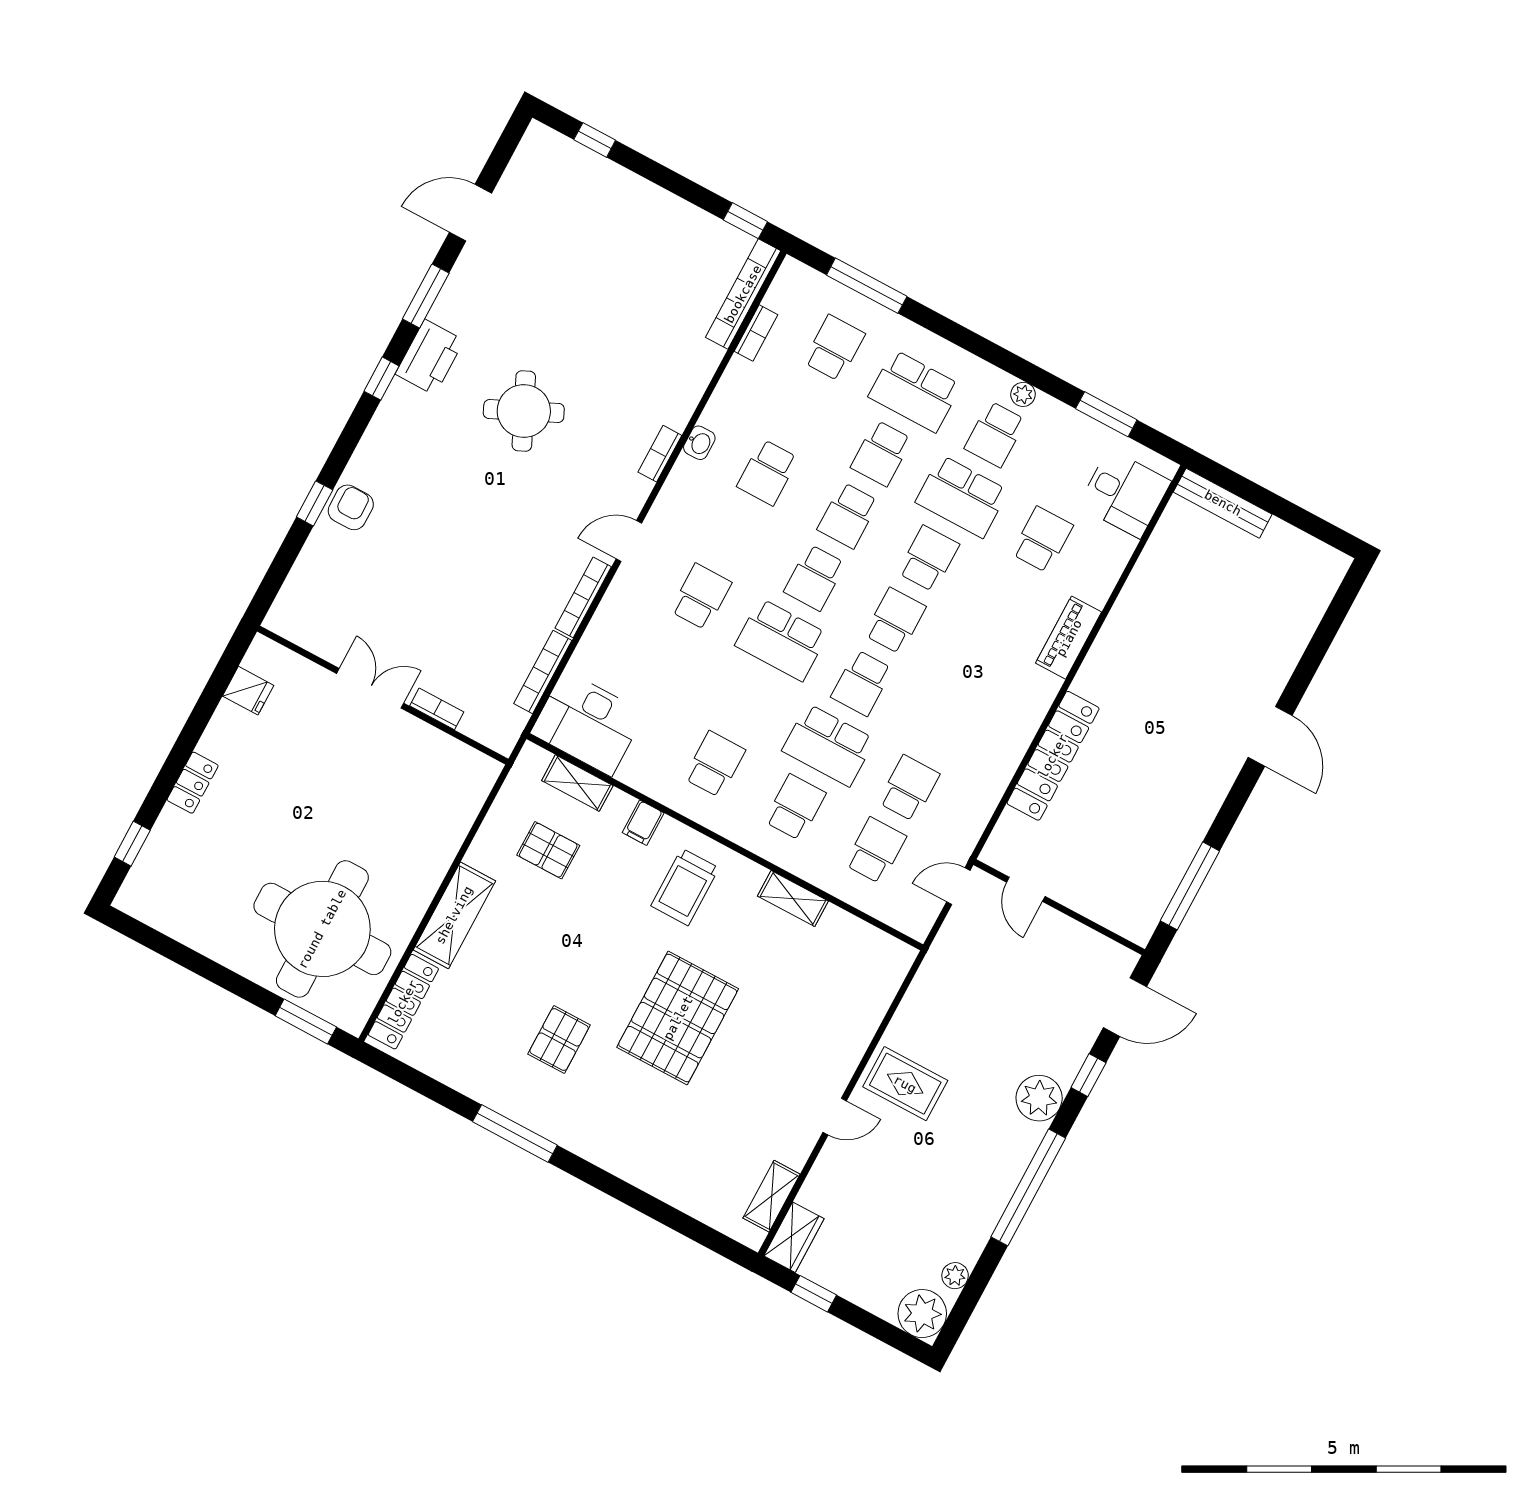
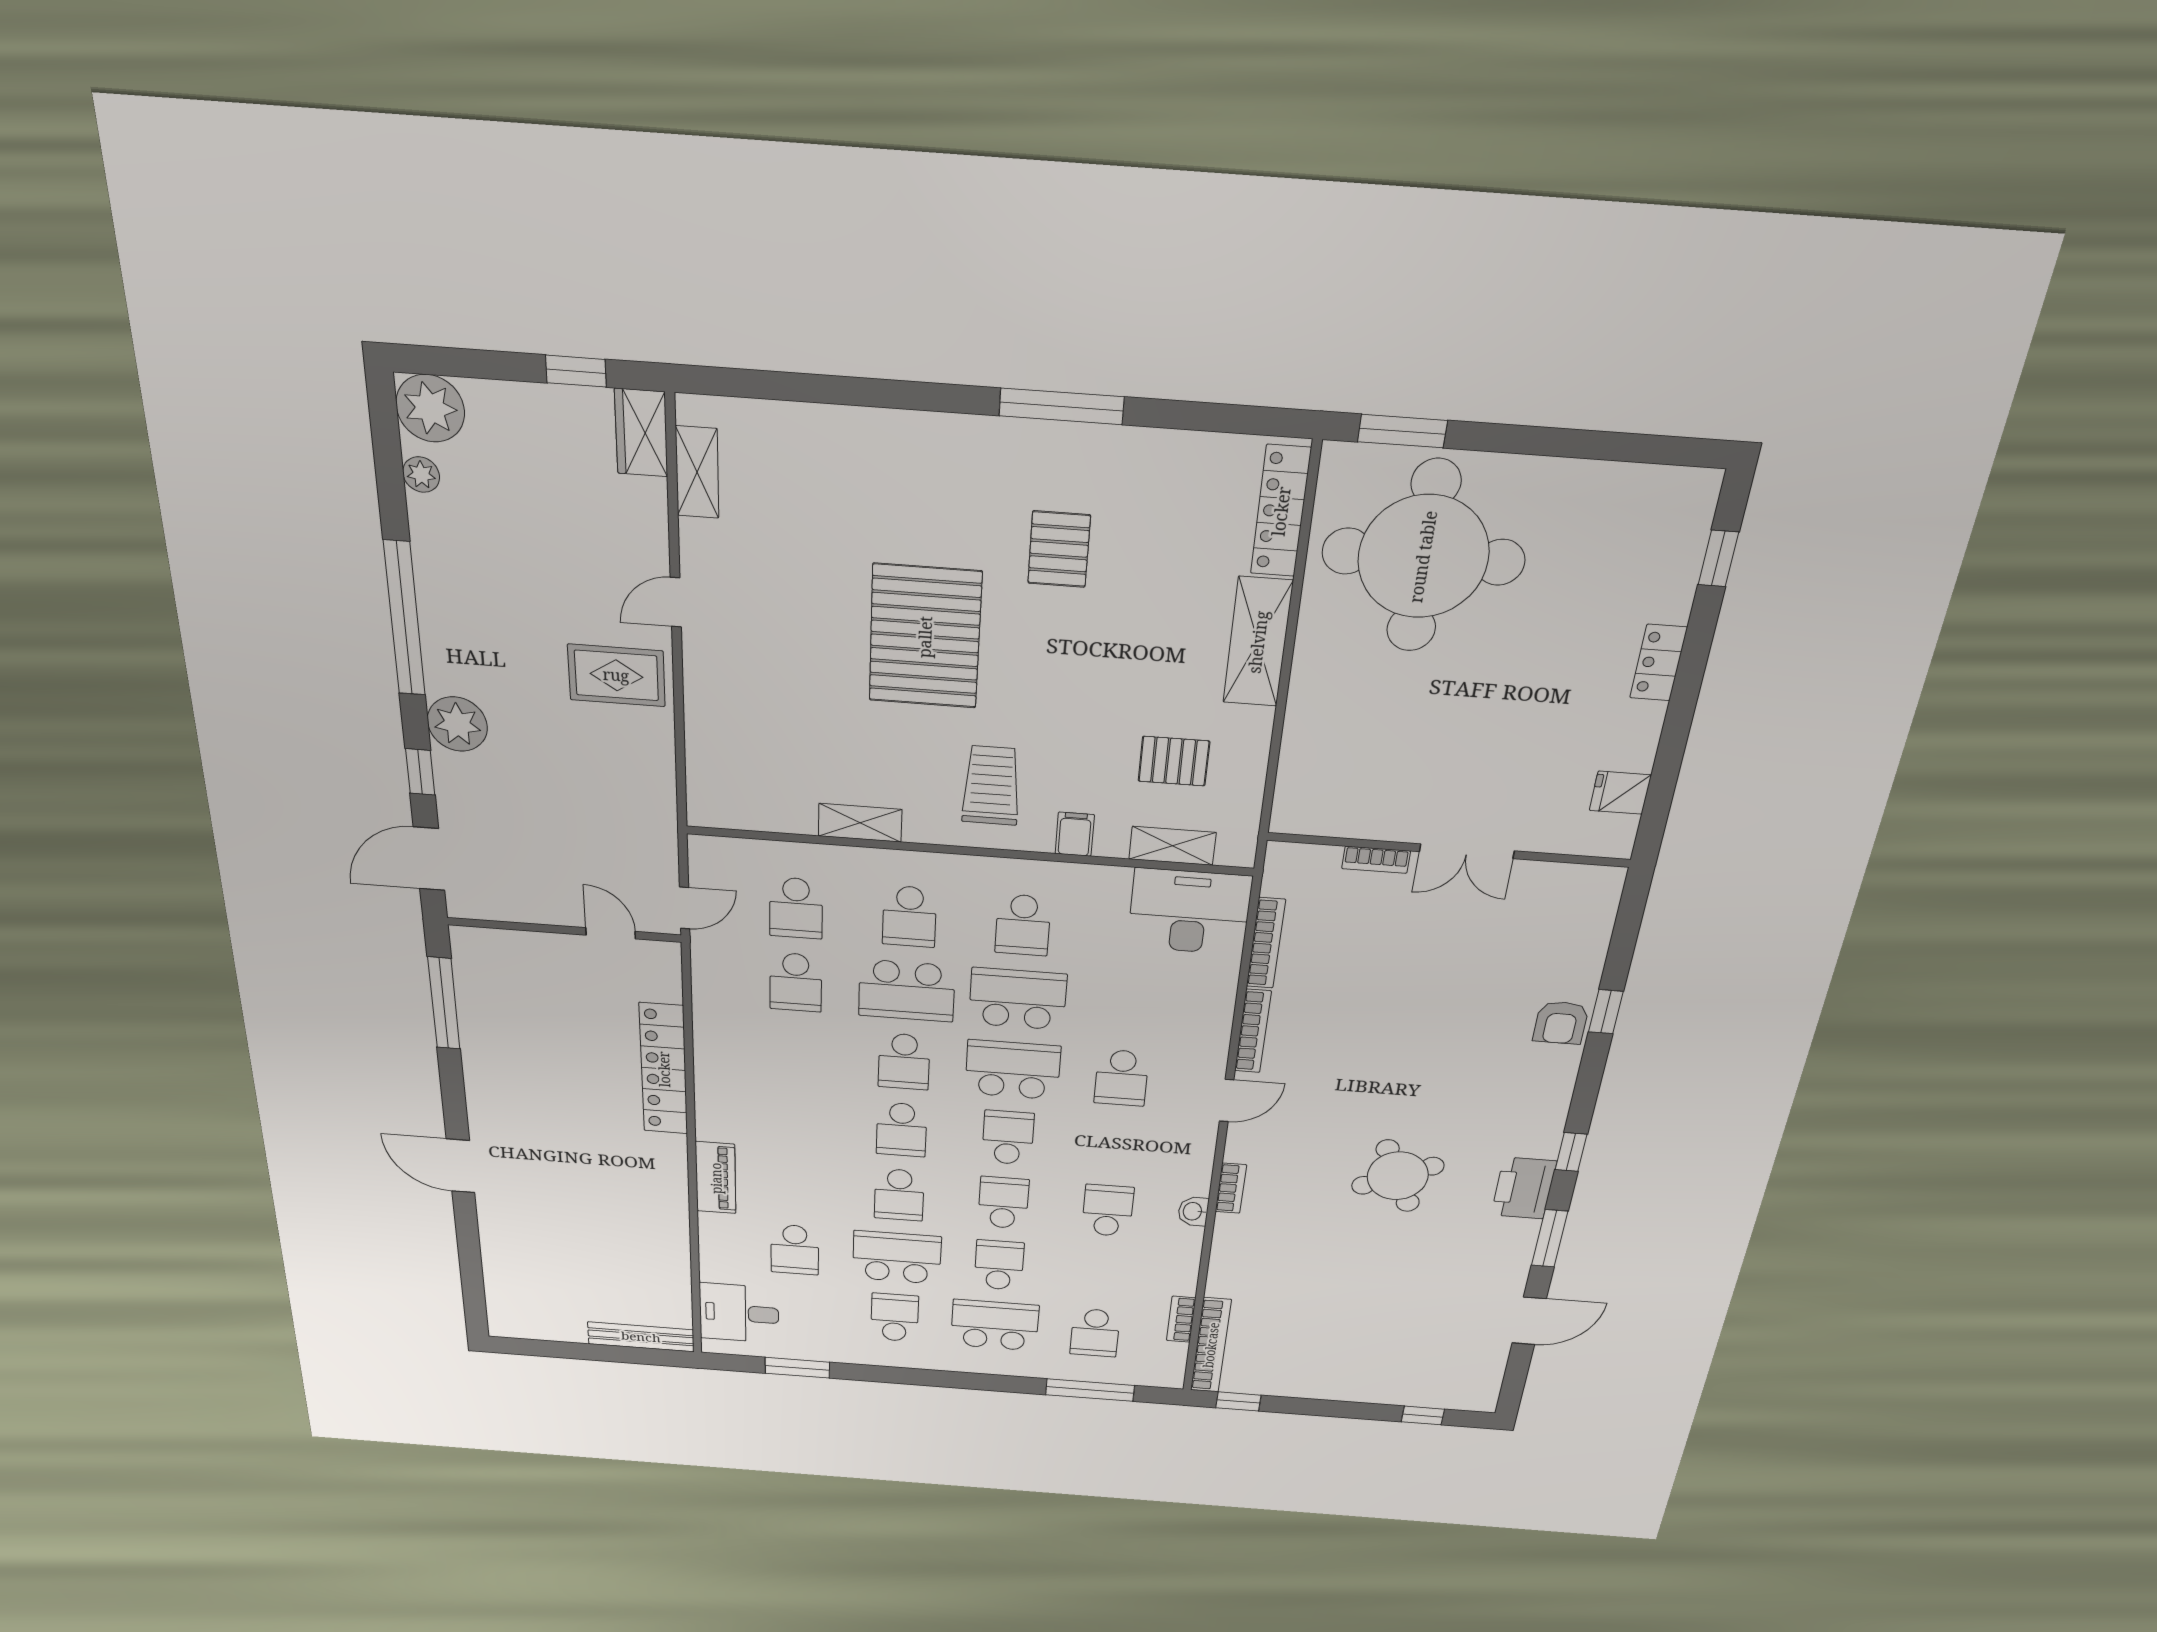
plant: (1023, 394) -> (887, 1357), removed
school desk: (862, 683) -> (904, 1062), turned 180
school desk: (748, 702) -> (1018, 999), added
school desk: (828, 745) -> (907, 991), turned 180

